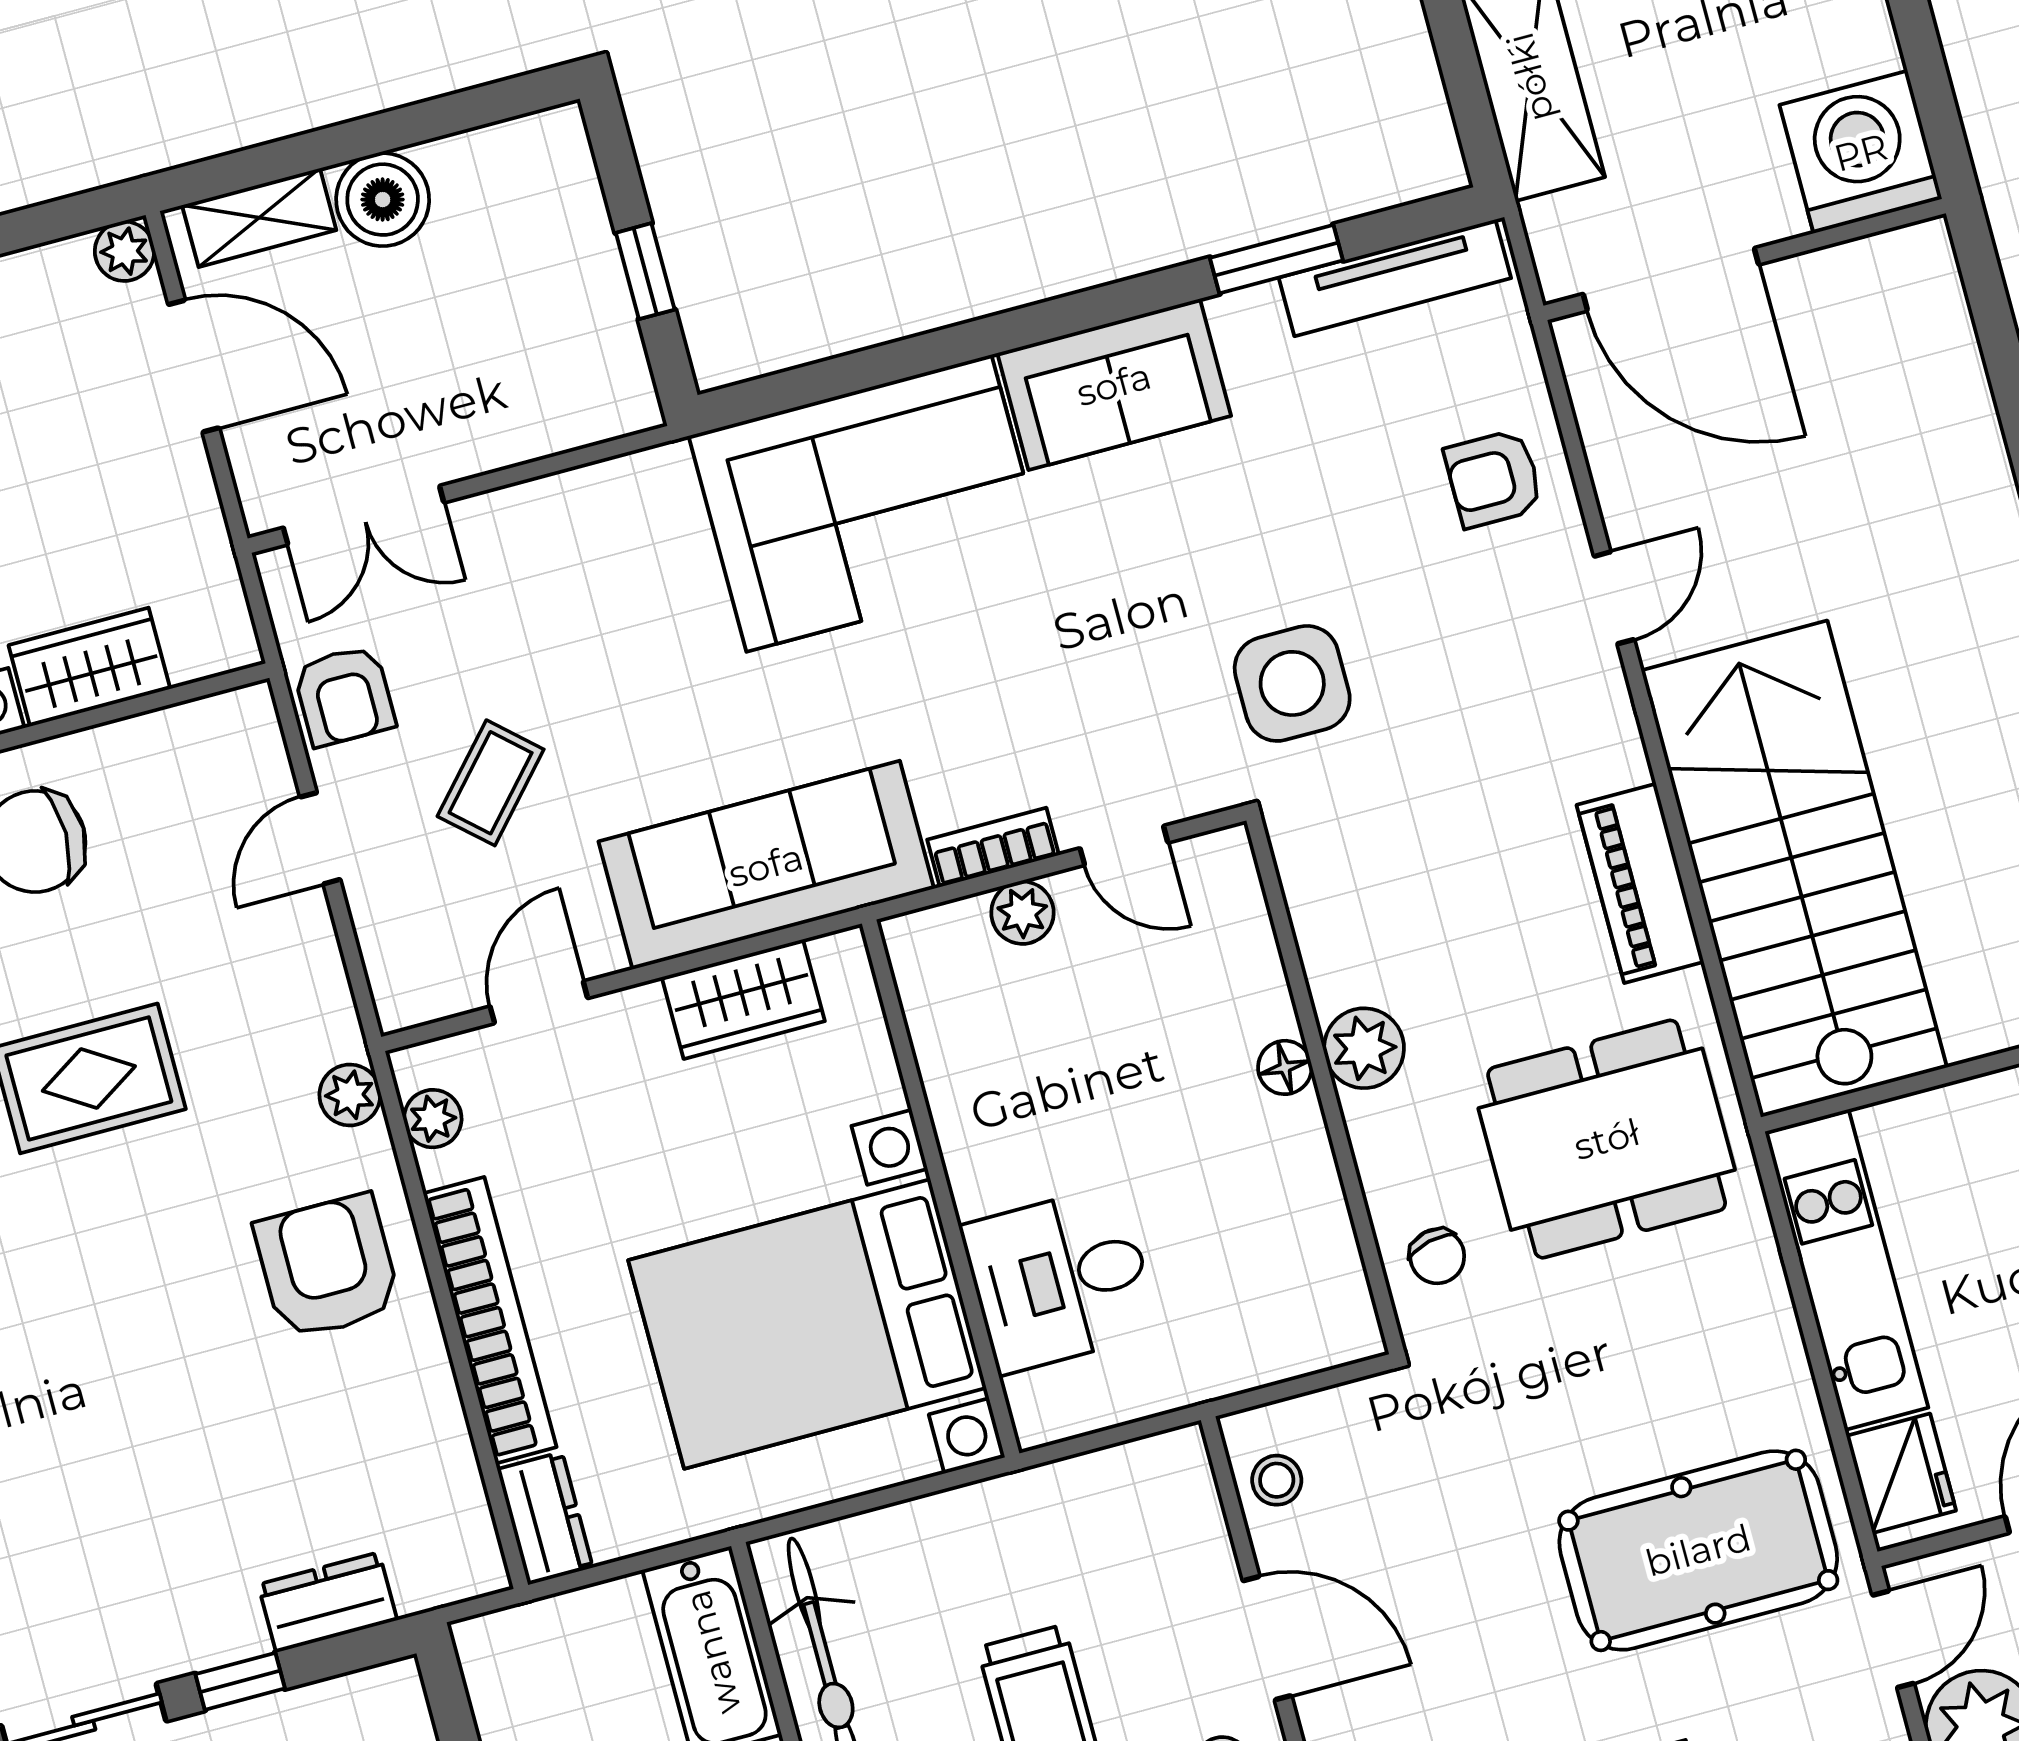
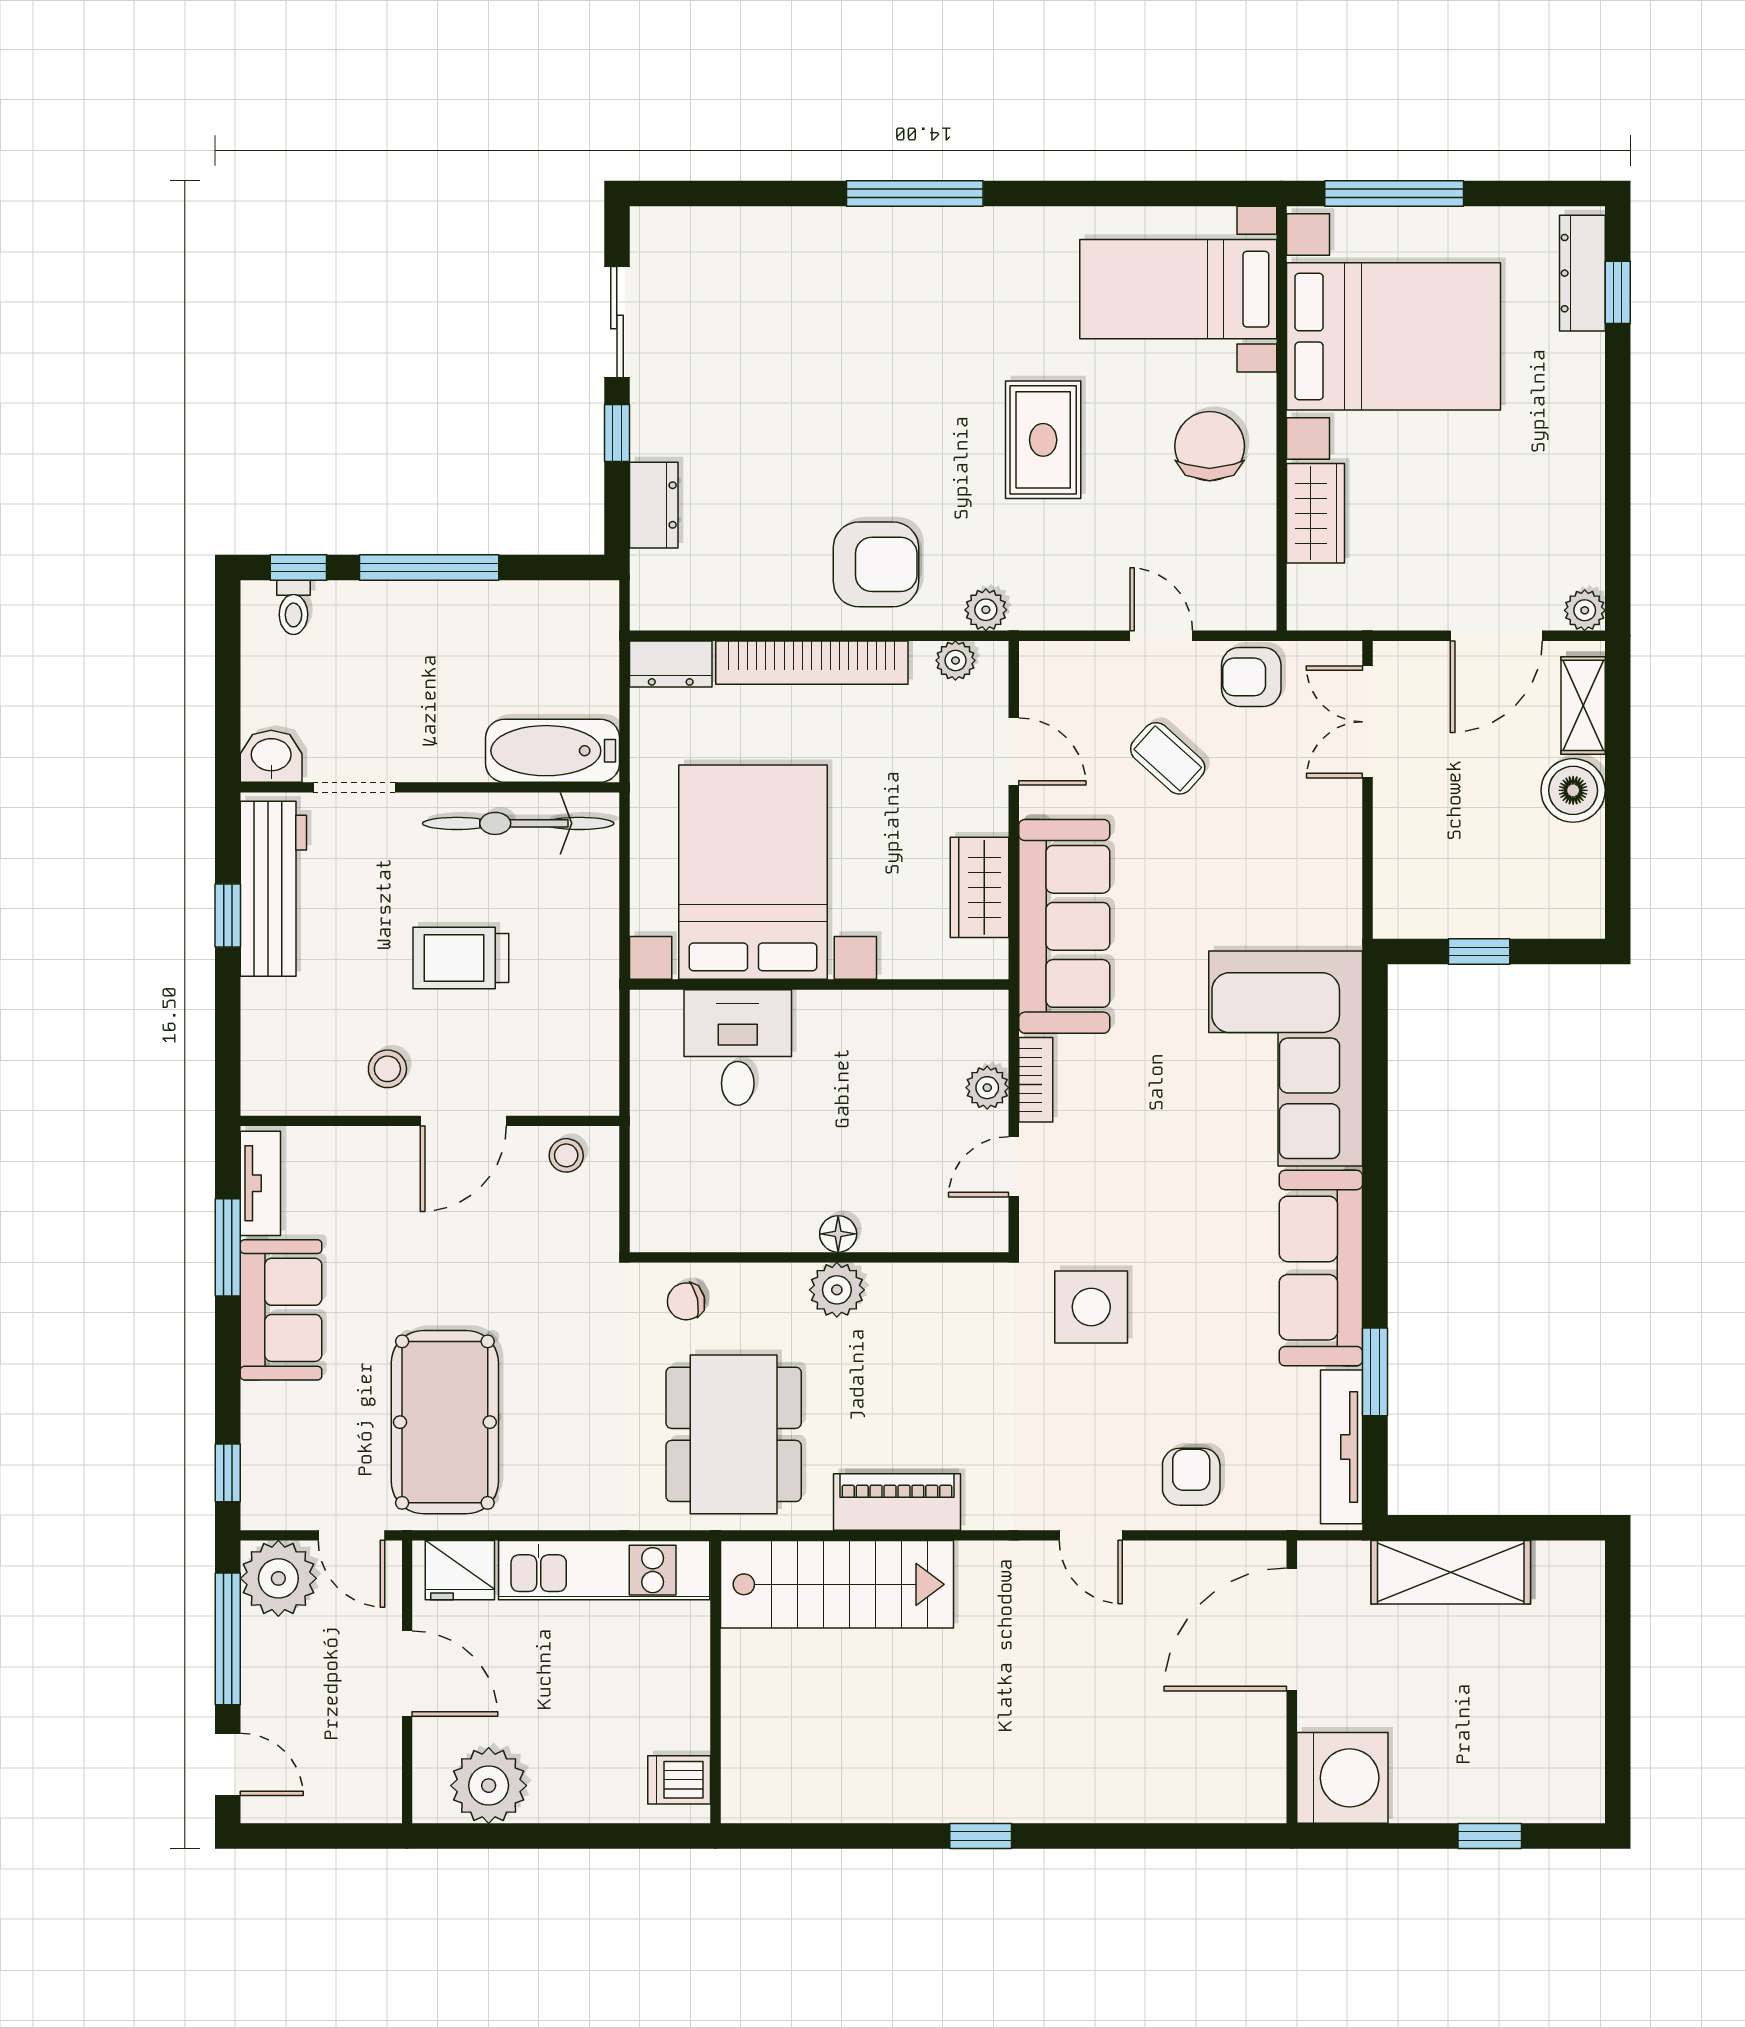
sofa: (1114, 384) -> (1321, 1268), width x1.36
stairs: (1794, 869) -> (837, 1584), width x0.73, depth x0.66

